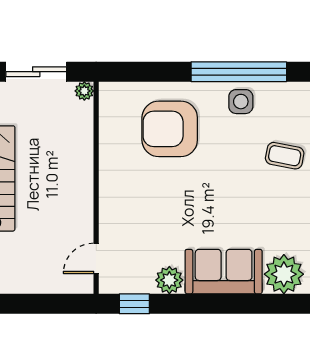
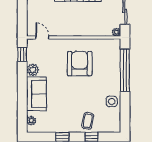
window: (239, 72) -> (125, 70), moved
armchair: (170, 129) -> (80, 64), moved
plant: (284, 274) -> (31, 121), width x0.53, depth x0.53

